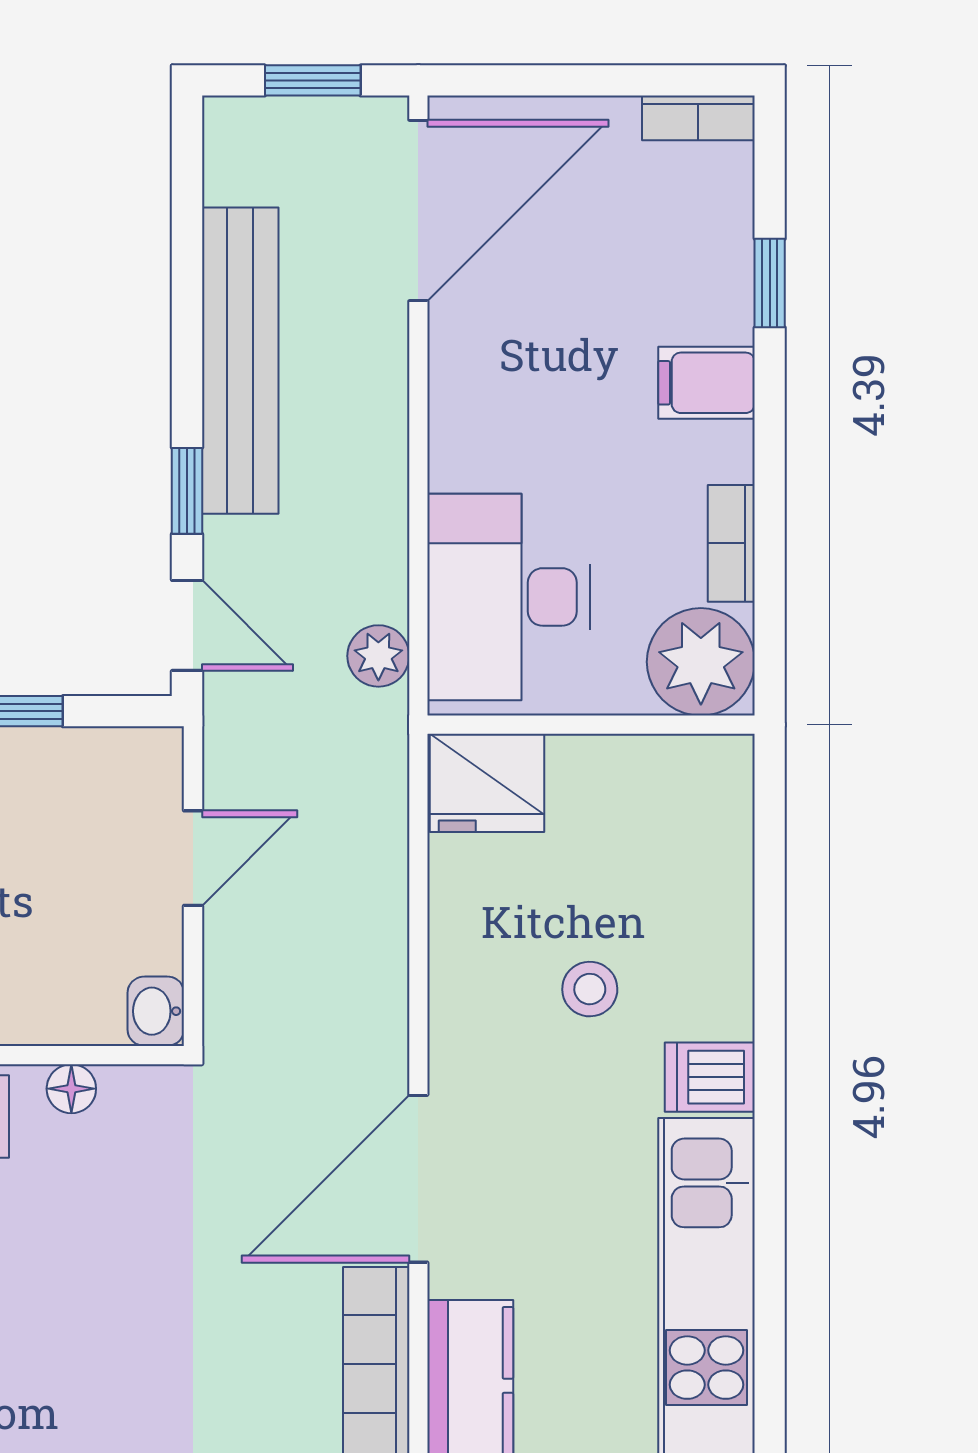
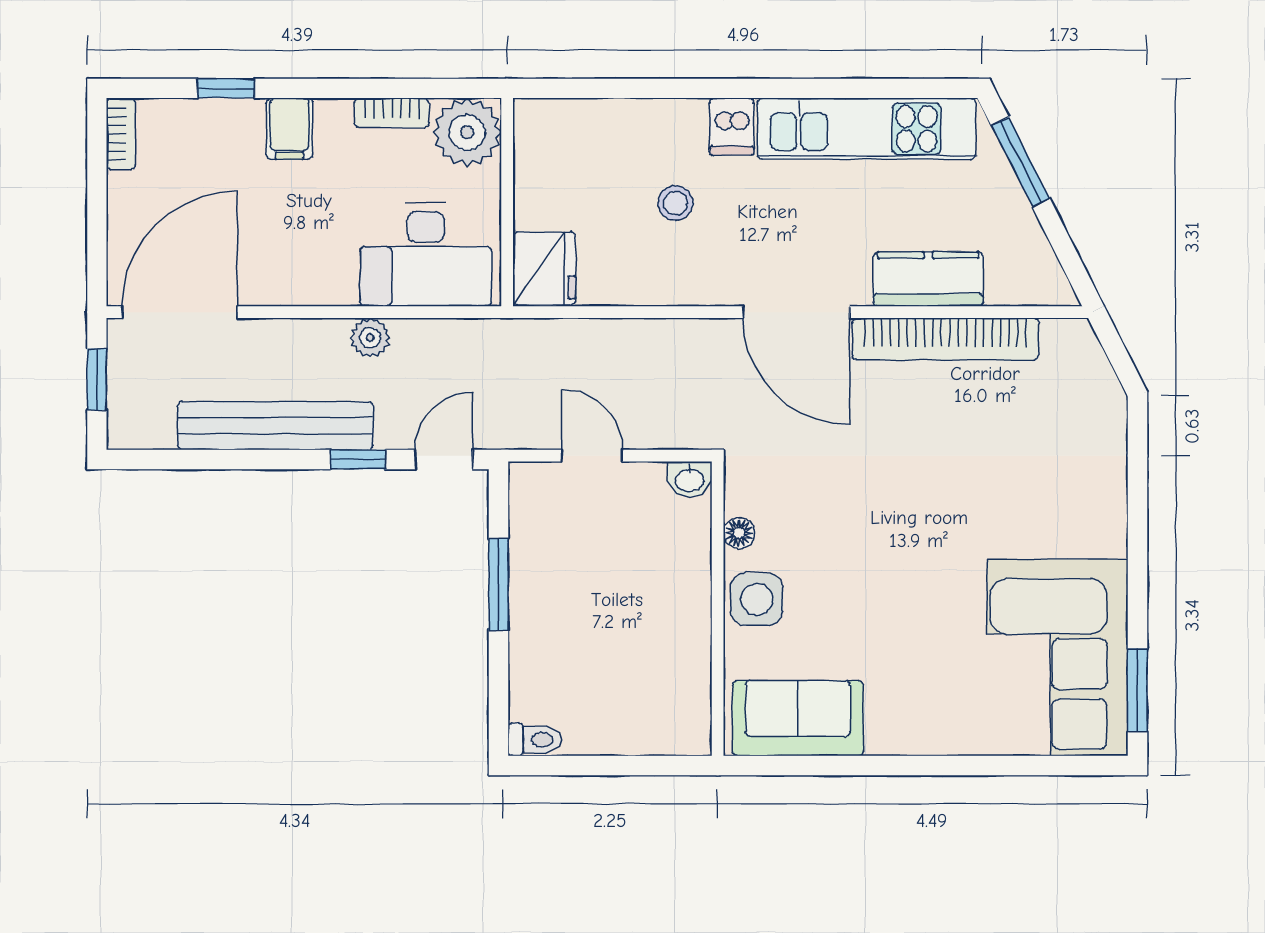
door: (418, 211) -> (180, 312), hinge flipped
plant: (378, 656) -> (370, 338), moved

